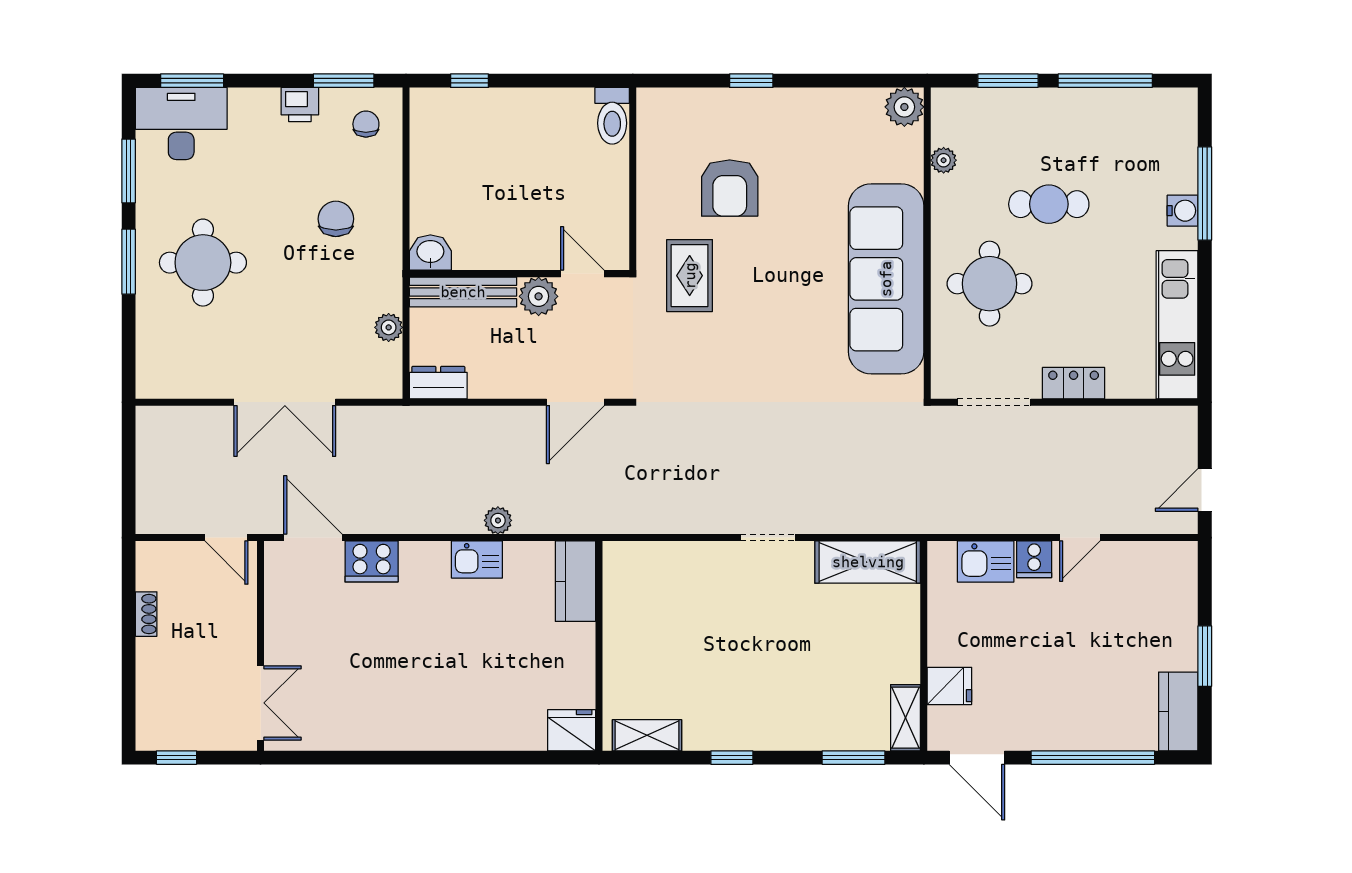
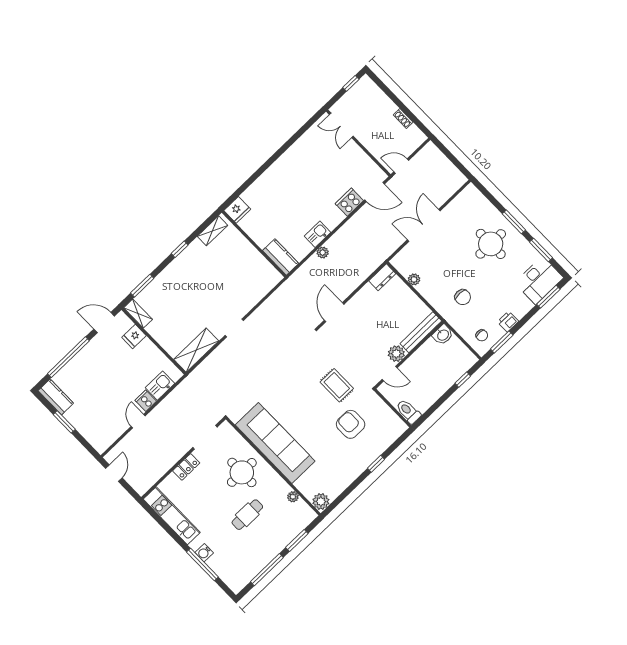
washbasin: (430, 253) -> (443, 335), moved
wall: (519, 274) -> (409, 355), moved
door: (582, 274) -> (390, 374), moved
bench: (463, 292) -> (421, 332), moved
plant: (539, 296) -> (396, 354), moved

